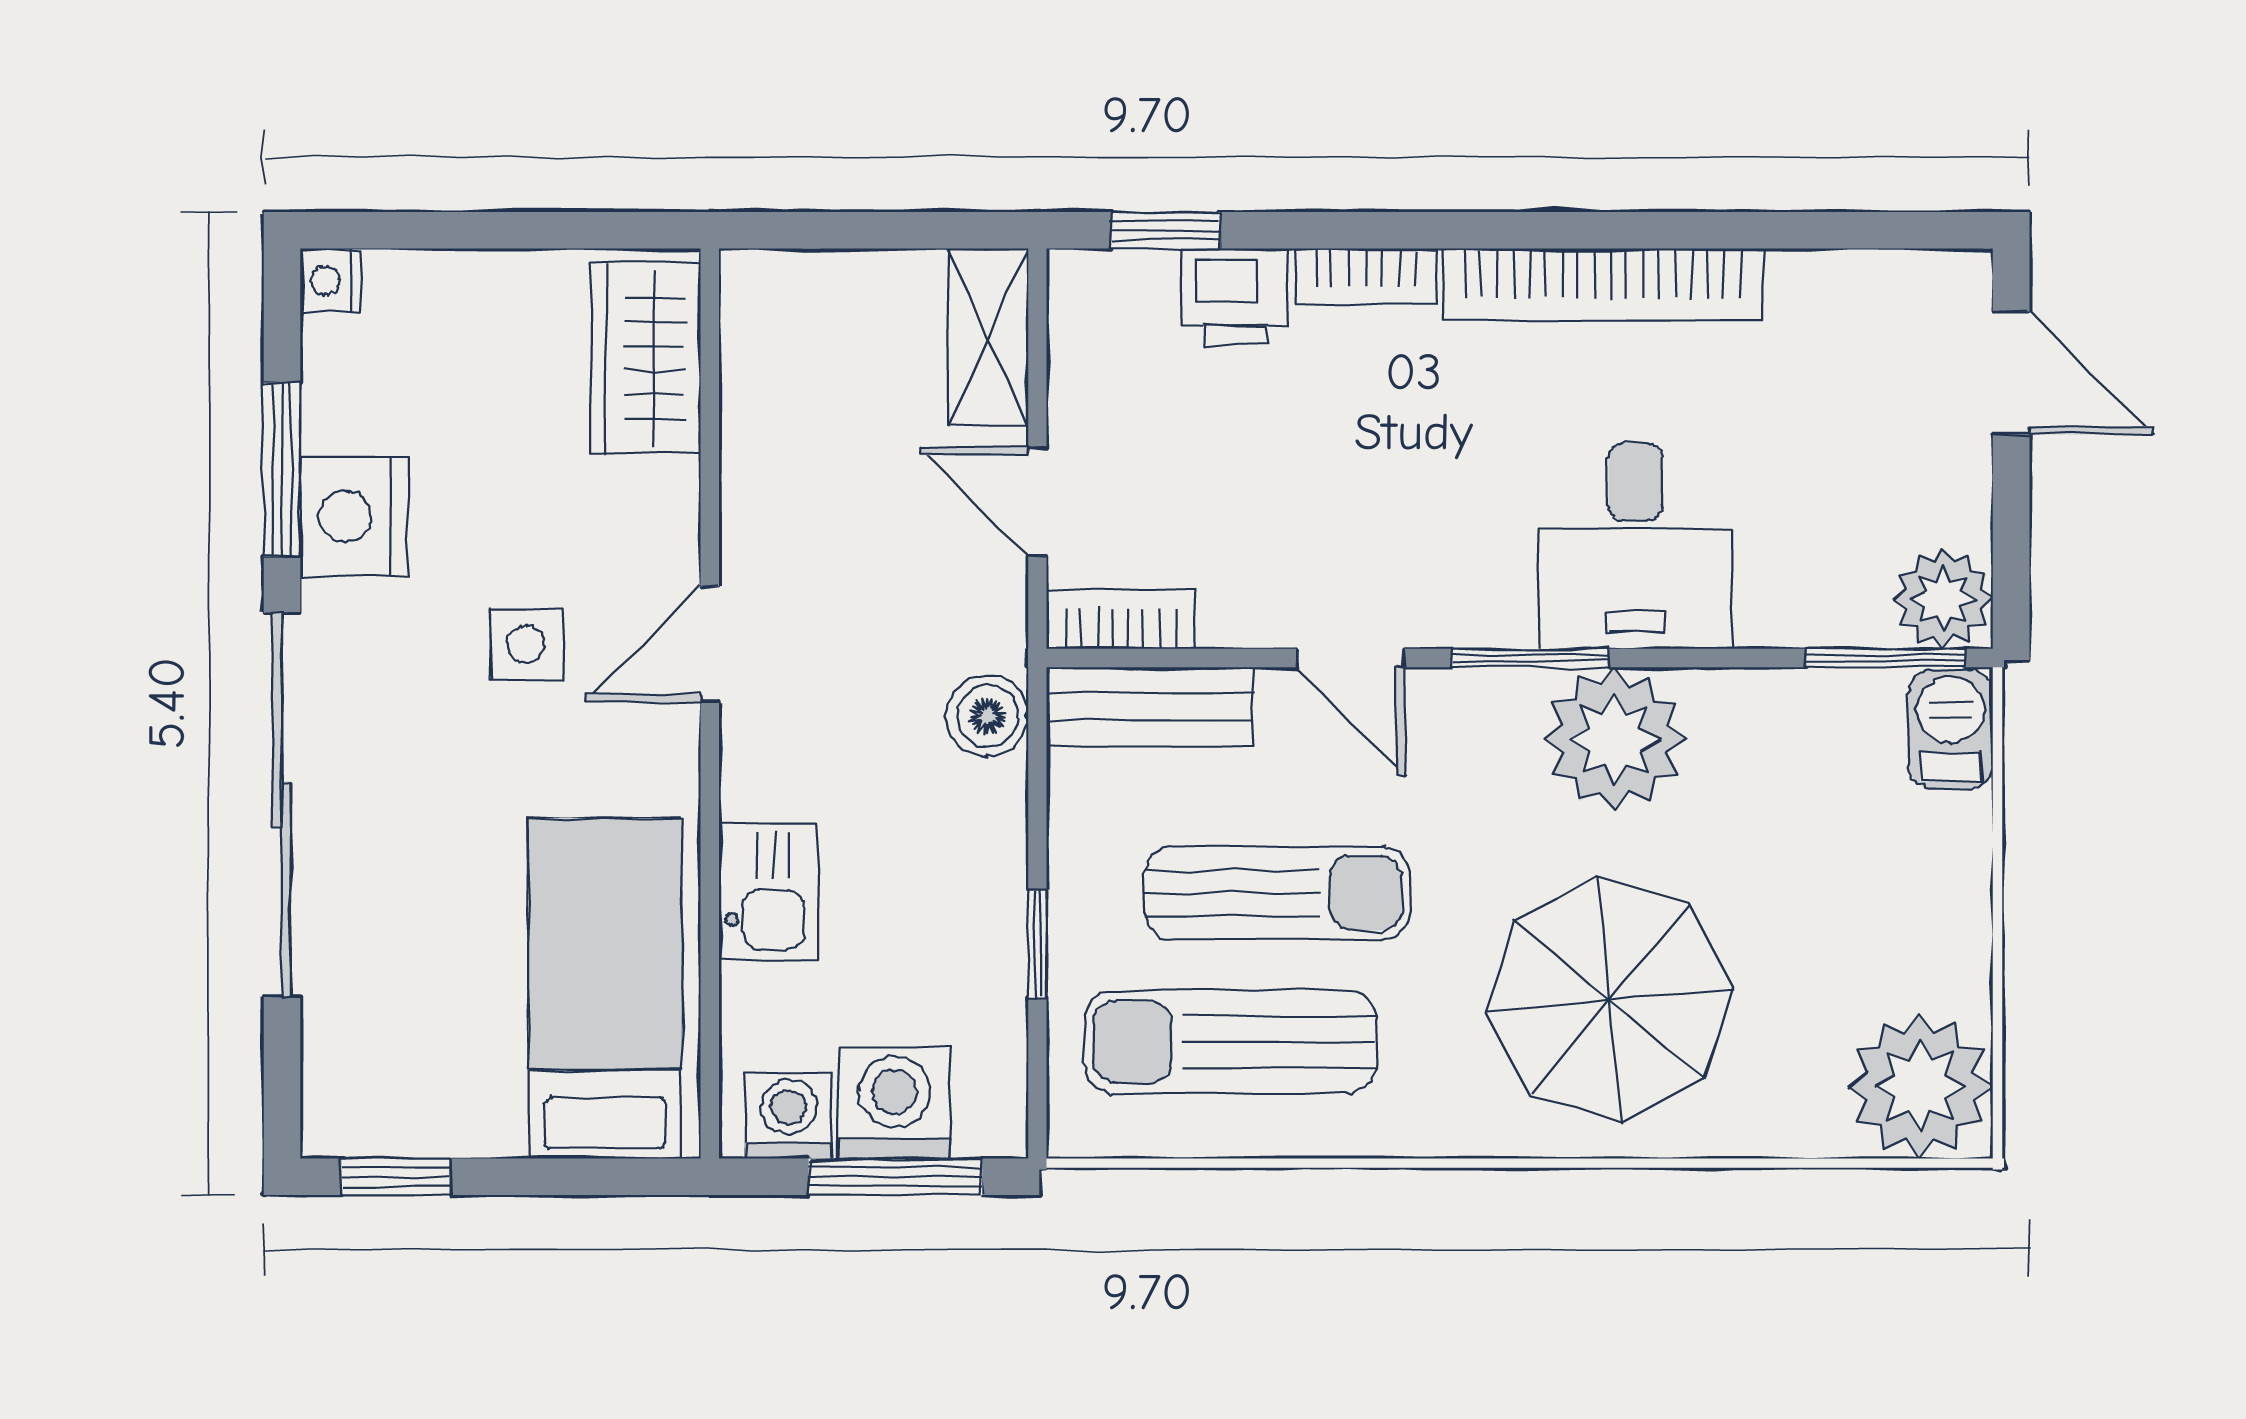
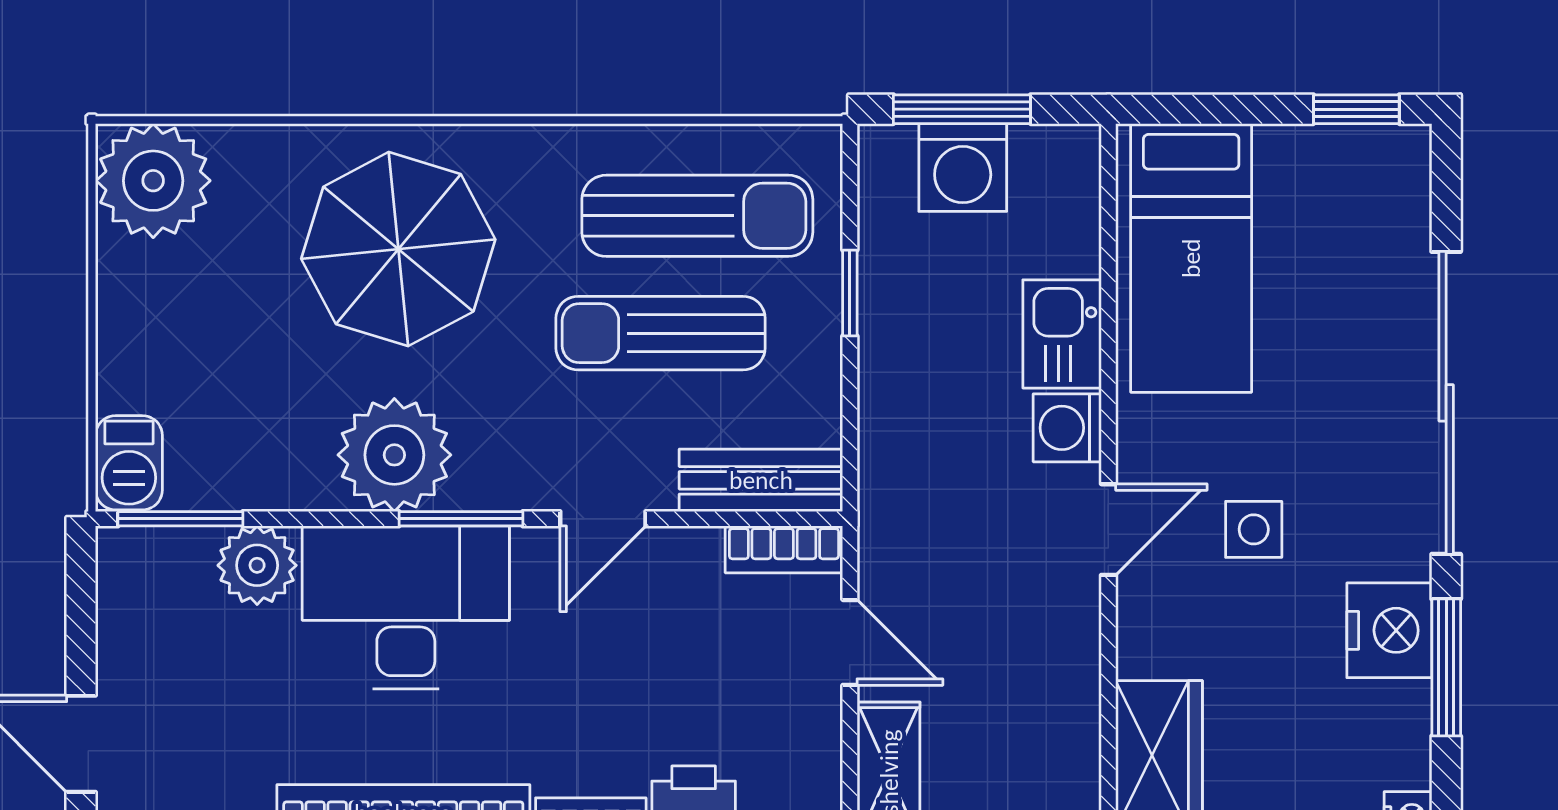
desk: (1635, 546) -> (406, 607), width x1.37
plant: (1943, 599) -> (257, 565), moved
door: (1350, 658) -> (603, 519), swing flipped
boiler: (988, 716) -> (889, 473), removed
washing machine: (788, 1115) -> (1067, 428), moved, turned 90

